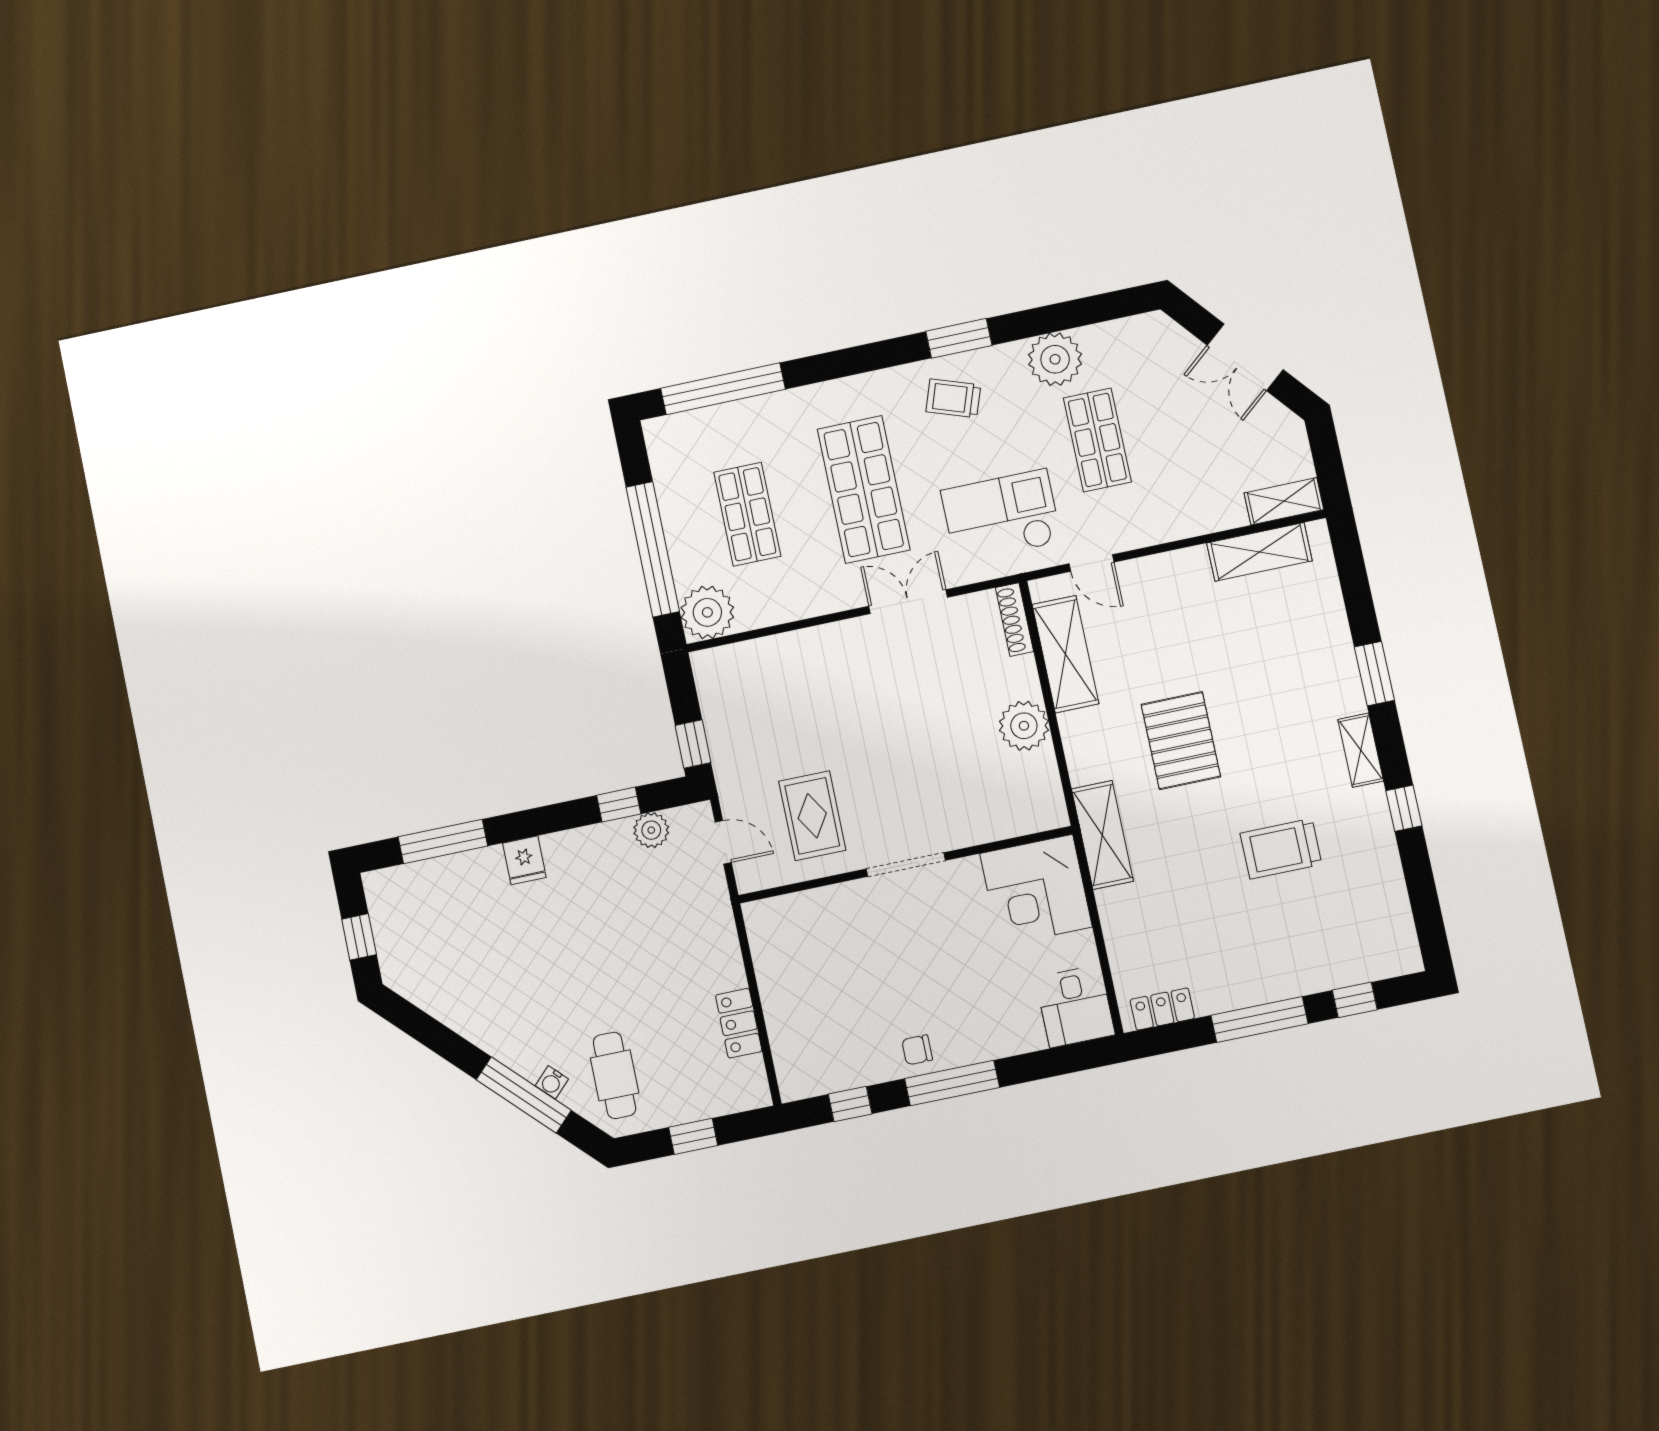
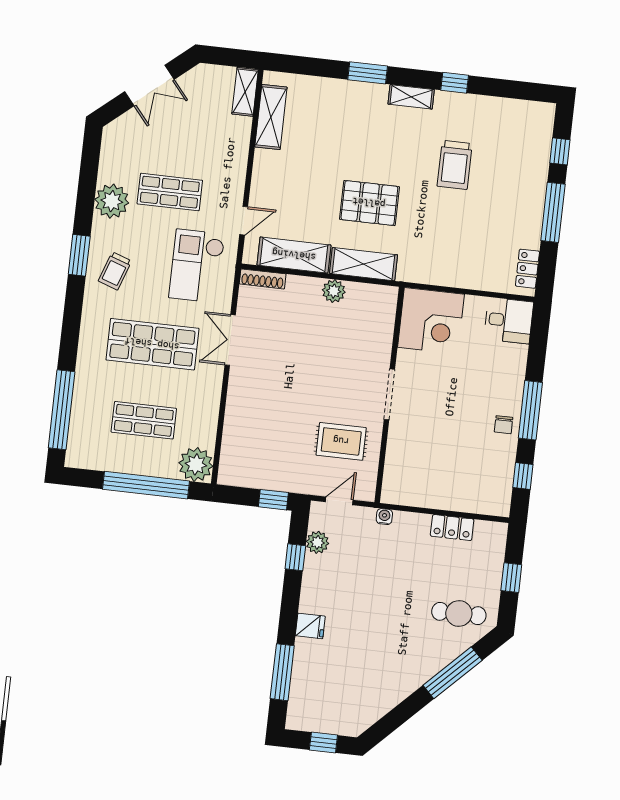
plant: (1024, 726) -> (334, 291), width x0.73, depth x0.73
shelving: (1102, 835) -> (363, 264), moved
water cooler: (552, 1082) -> (384, 517), moved, turned -135

